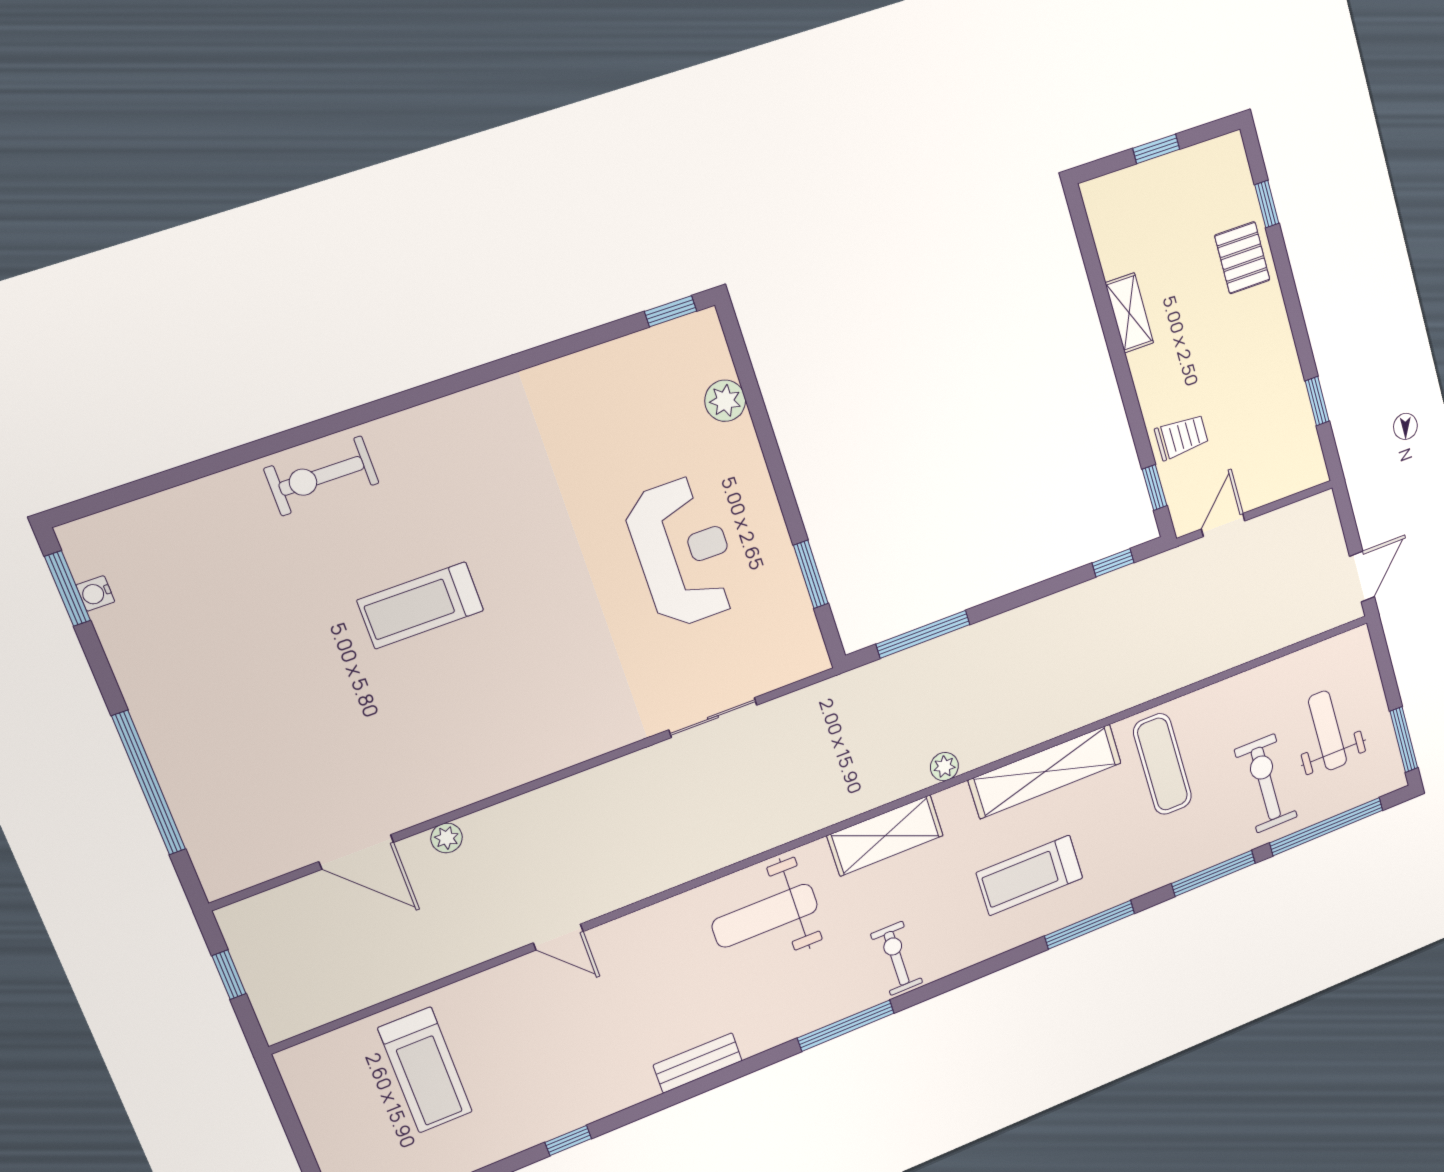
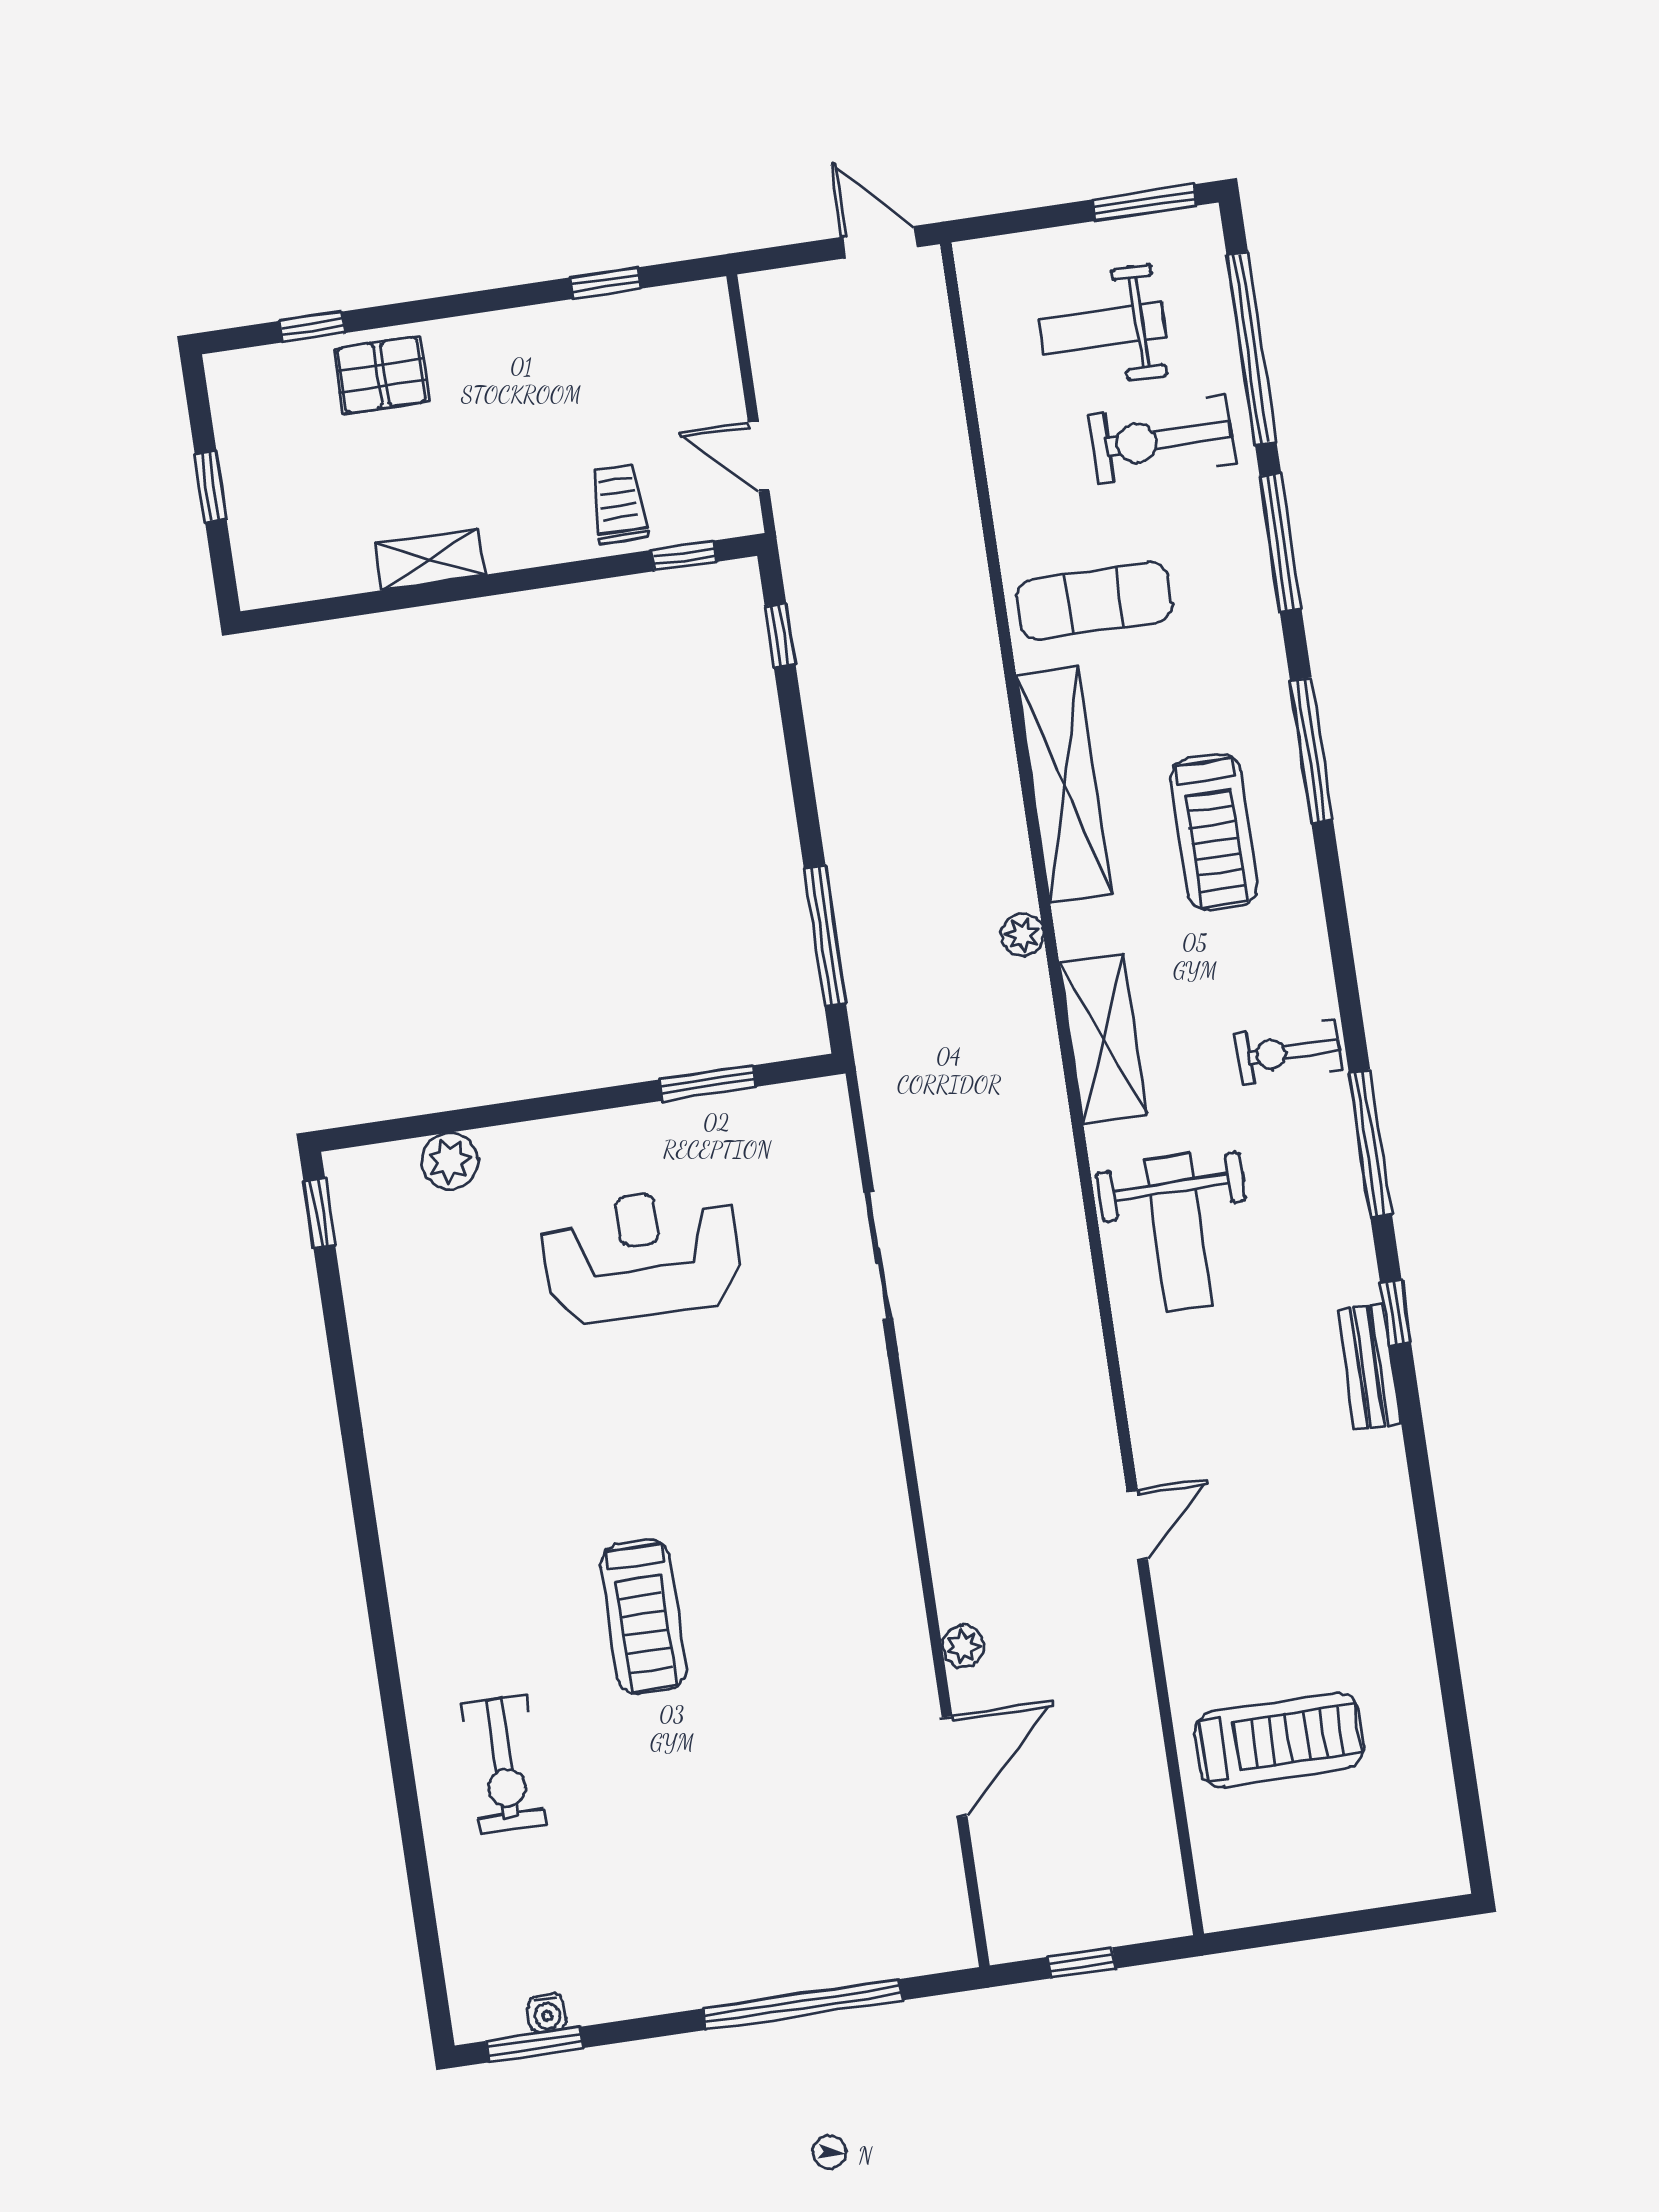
exercise bike: (322, 476) -> (504, 1764), moved
window: (568, 1140) -> (1396, 1313), moved

